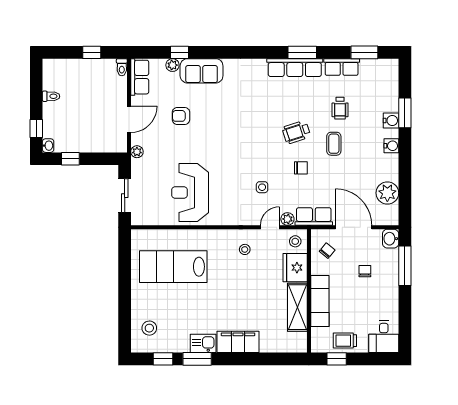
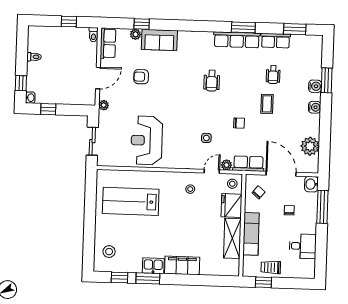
wheelchair: (296, 132) -> (212, 81), moved, turned -72
desk: (384, 337) -> (303, 246), moved, turned -90

